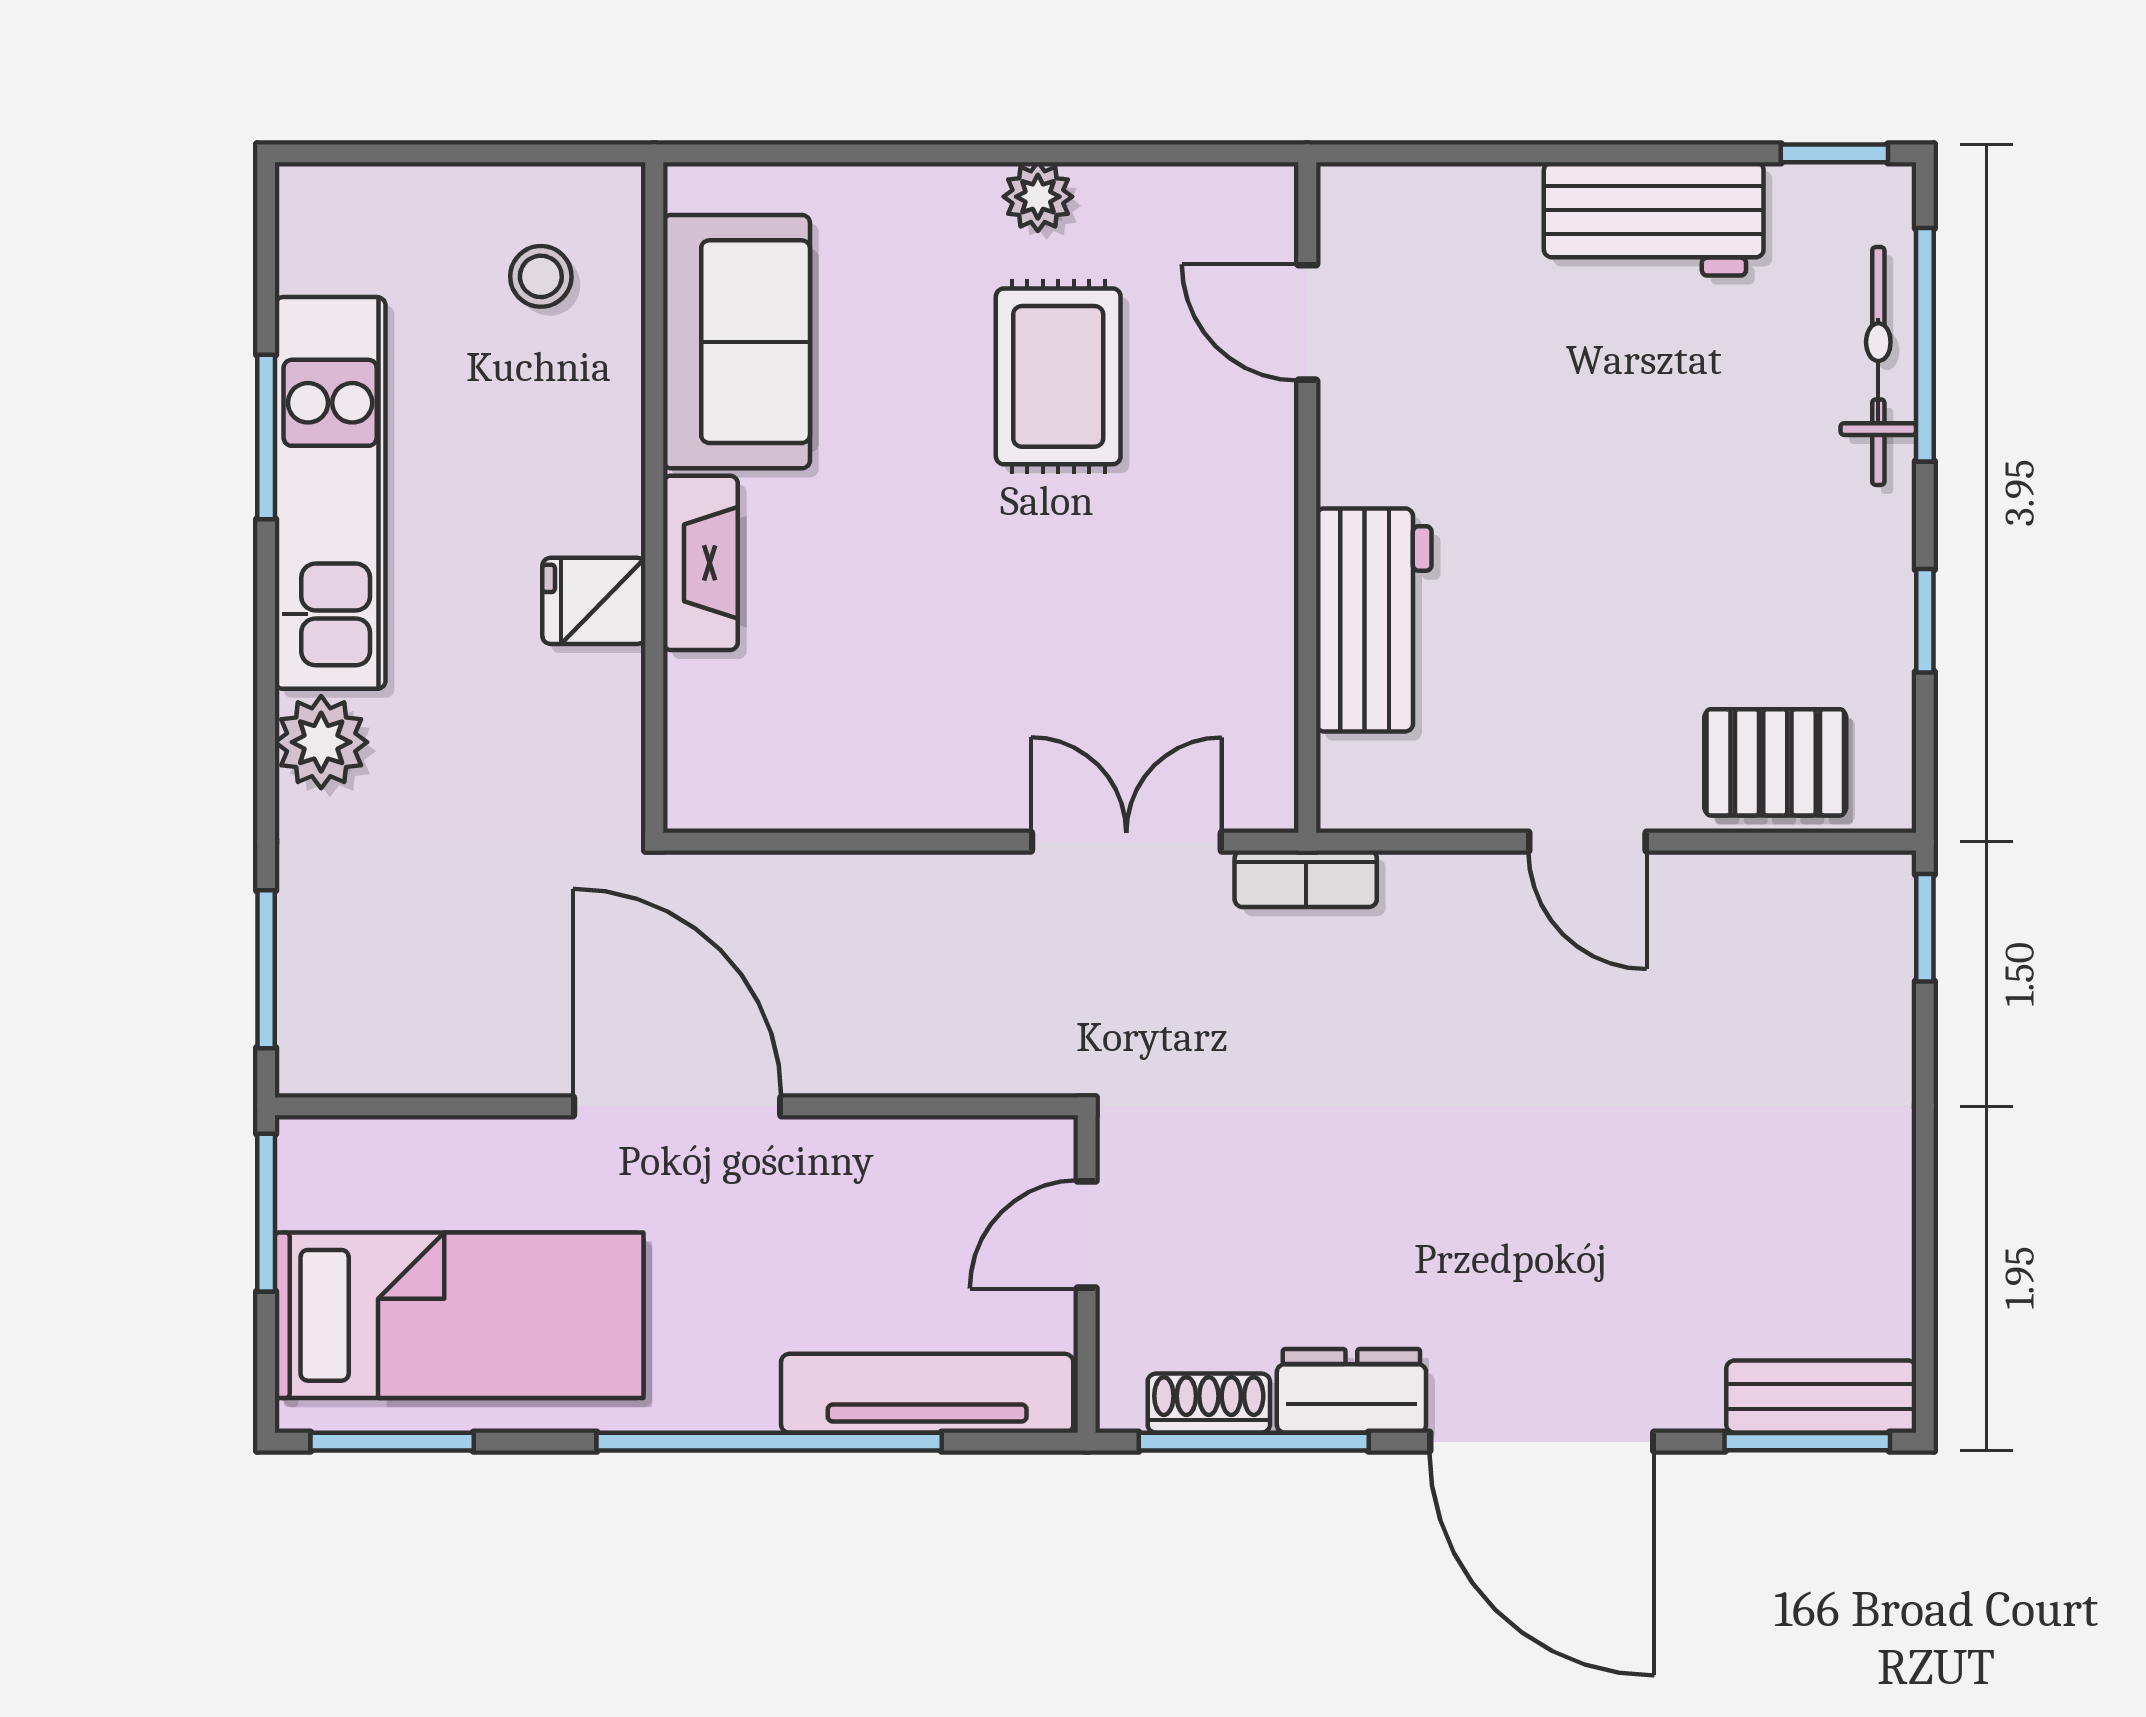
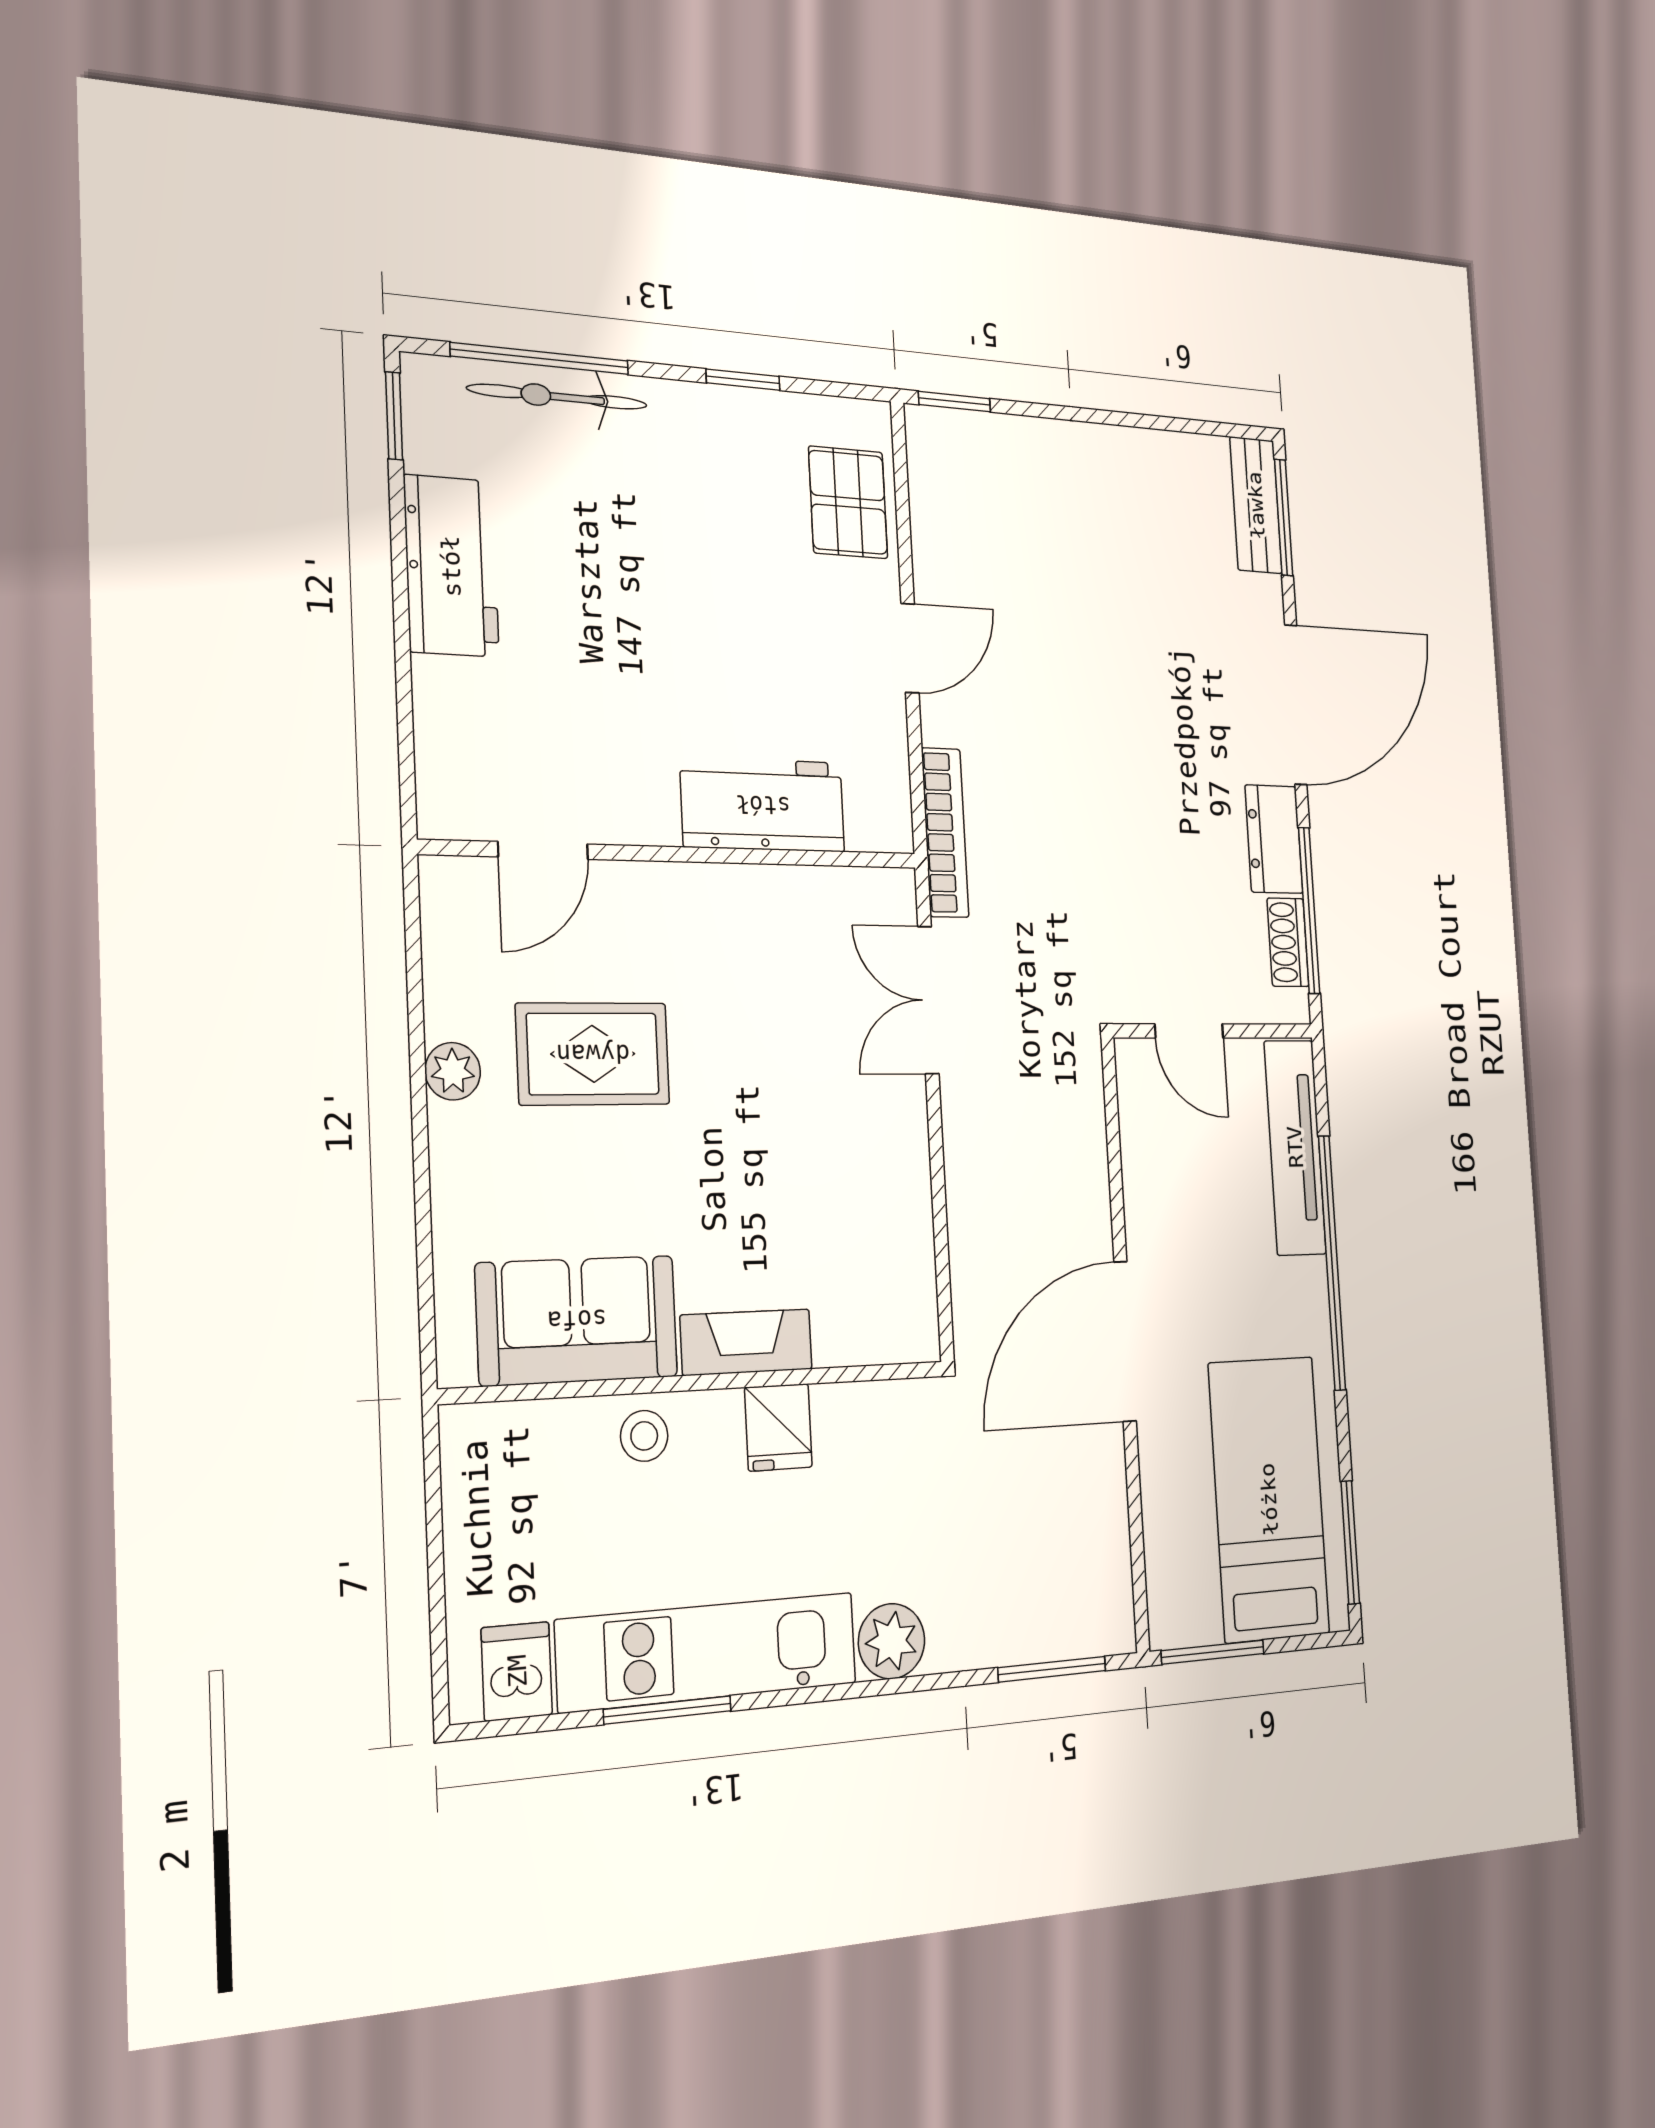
dishwasher: (329, 248) -> (517, 1671), added
stool: (541, 276) -> (644, 1436), moved
bookcase: (1306, 879) -> (945, 833), width x1.56

